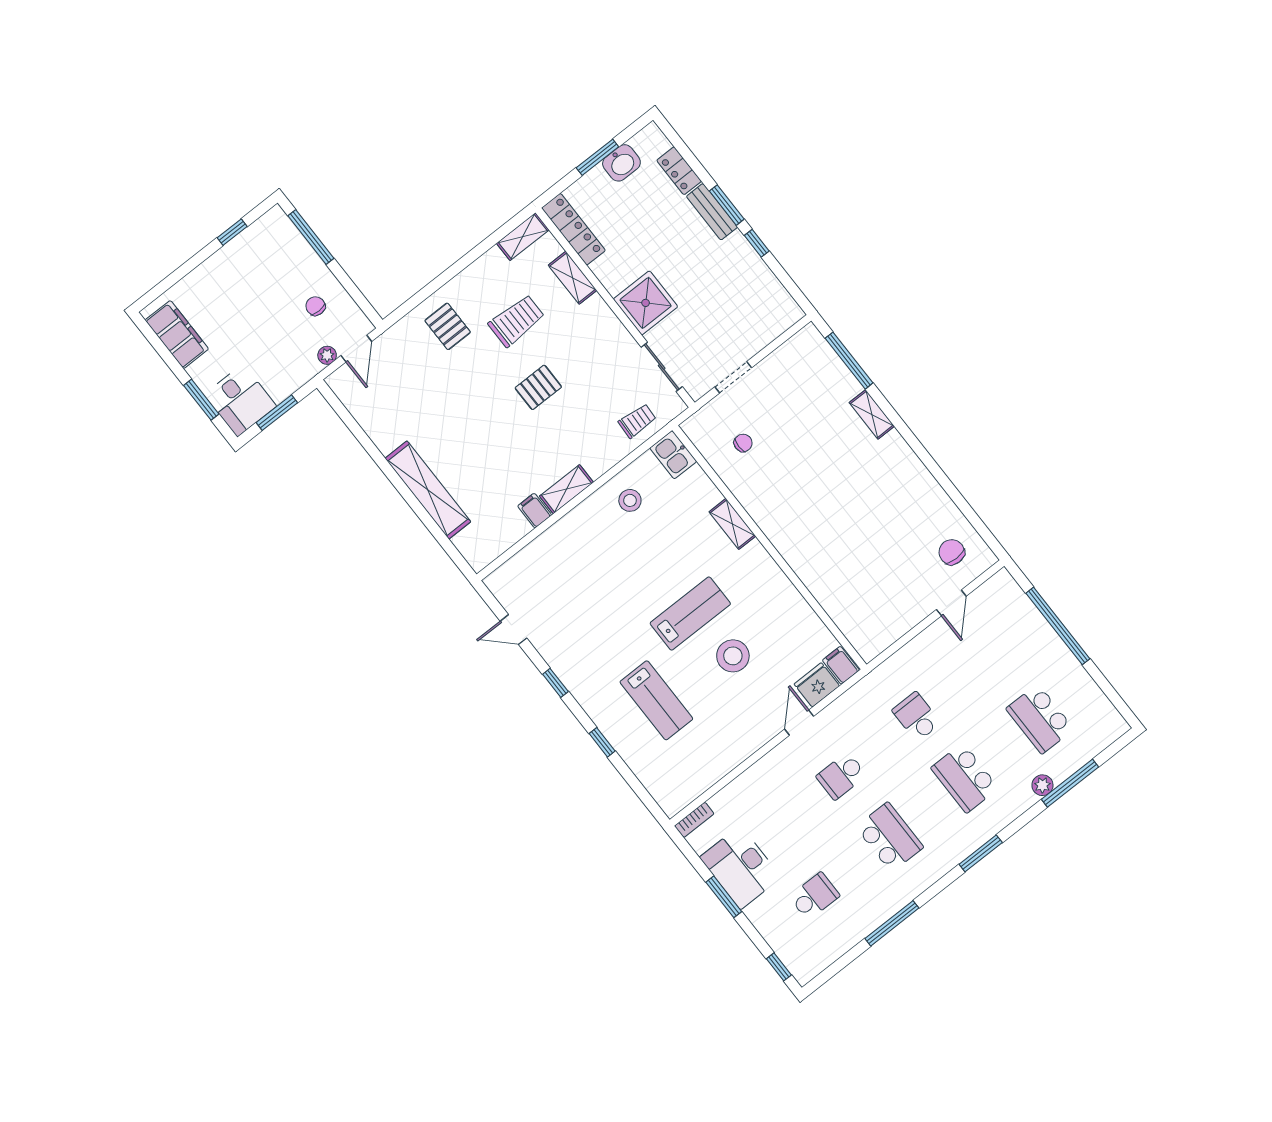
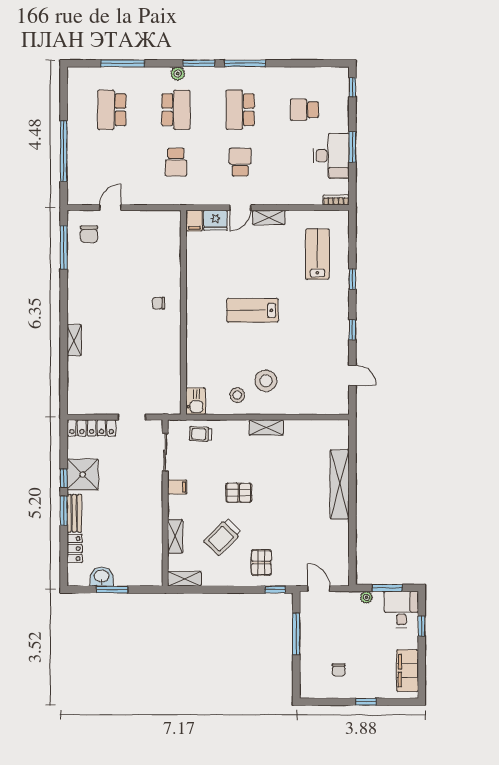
locker: (573, 229) -> (92, 428), moved, turned -90
window: (232, 232) -> (366, 702), moved
window: (311, 237) -> (296, 634), moved
shower: (646, 303) -> (83, 474), moved
chair: (315, 306) -> (339, 670), moved
window: (406, 308) -> (275, 590), added
trolley: (517, 321) -> (223, 537), turned -45
door: (356, 349) -> (319, 589), hinge flipped
plant: (327, 355) -> (366, 597), moved
window: (849, 361) -> (64, 247), moved
window: (201, 400) -> (422, 626), width x0.67
chair: (743, 443) -> (159, 303), moved
filing cabinet: (535, 511) -> (177, 487), moved, turned -90
shelving: (732, 524) -> (269, 217), moved, turned 90
stool: (733, 656) -> (266, 381), moved
lab bench: (656, 700) -> (317, 254), moved
school desk: (1040, 719) -> (112, 110), turned 180
school desk: (841, 776) -> (240, 162), turned -90
plant: (1042, 785) -> (178, 74), moved
window: (892, 923) -> (245, 63), moved

